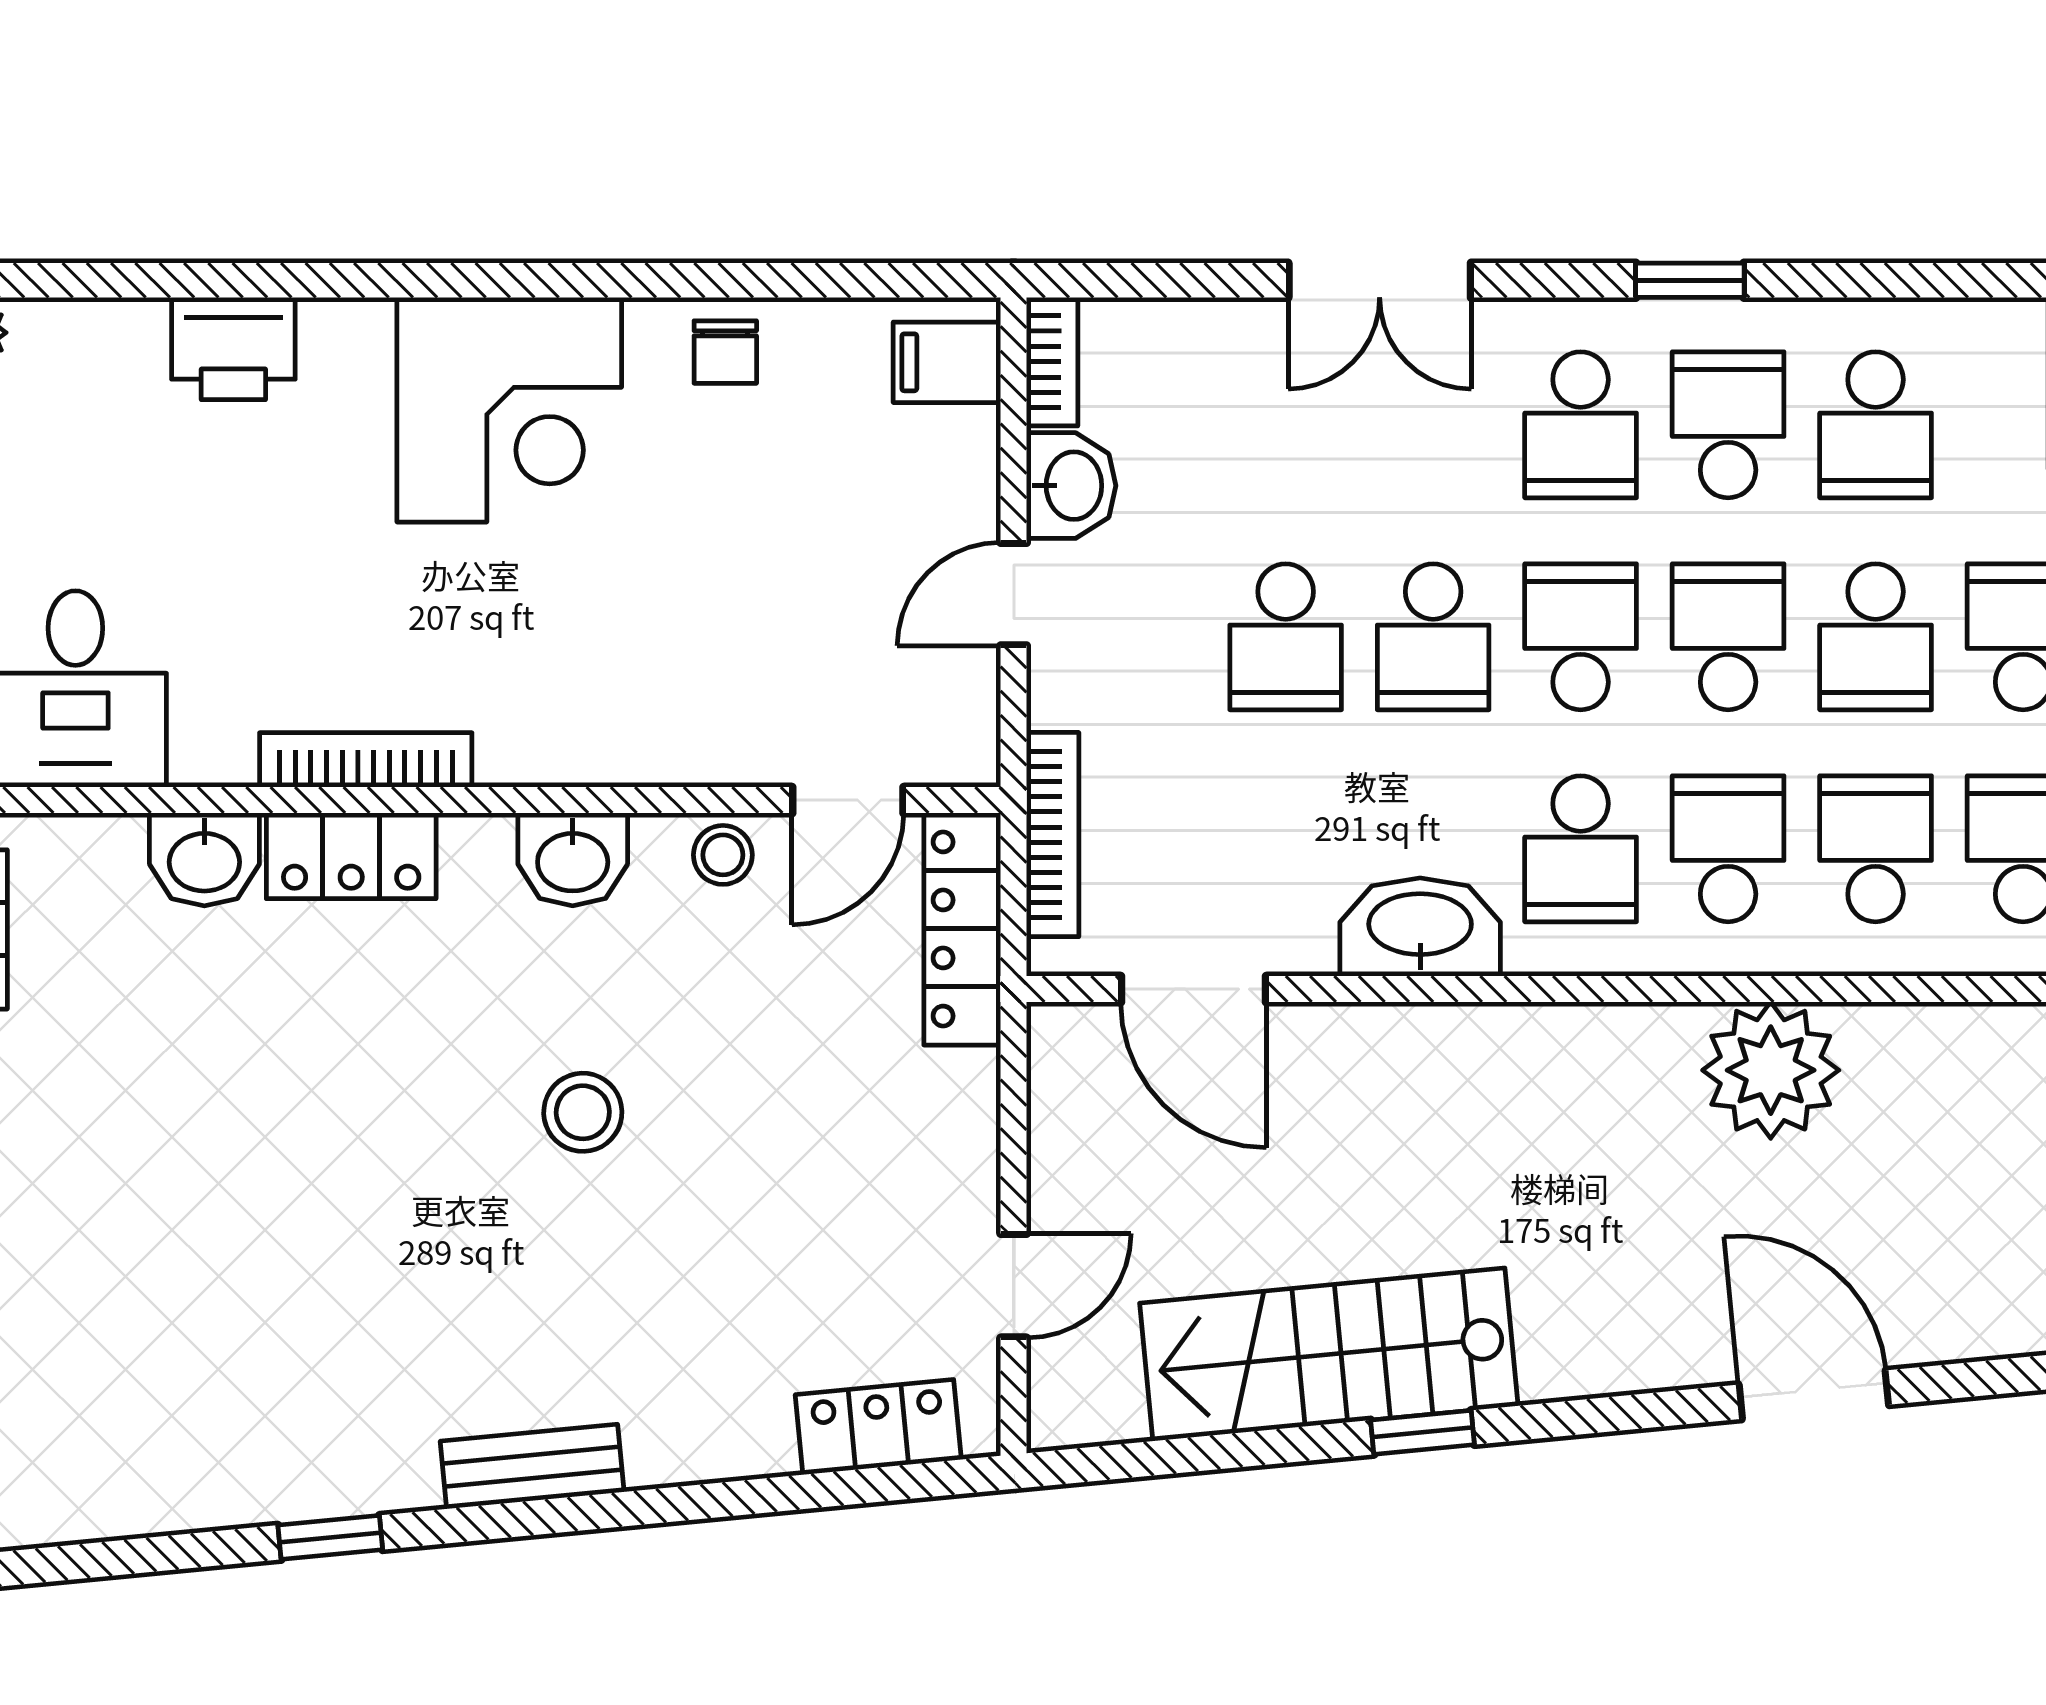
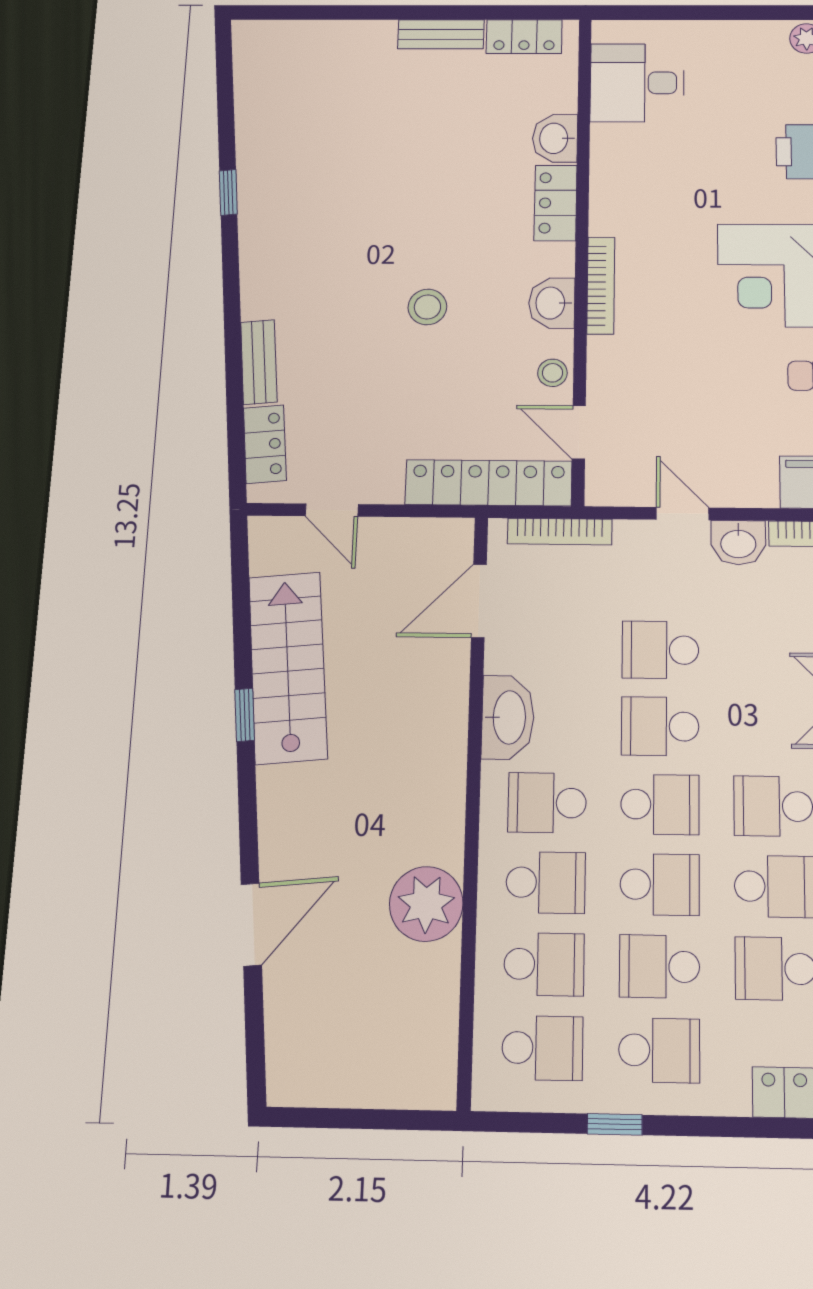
bookcase: (366, 760) -> (601, 285), moved
locker: (962, 929) -> (489, 483), width x1.41, depth x1.21
bench: (532, 1467) -> (259, 362), moved

